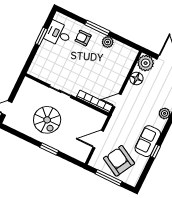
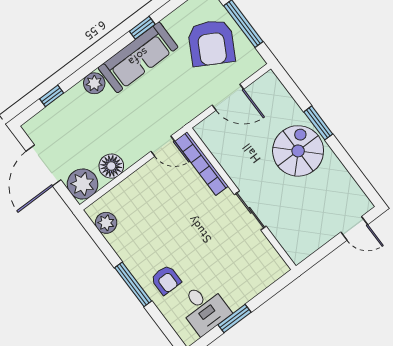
plant: (108, 42) -> (106, 223), moved
spiral stairs: (47, 120) -> (298, 151), moved
sofa: (148, 141) -> (138, 57), width x1.36

